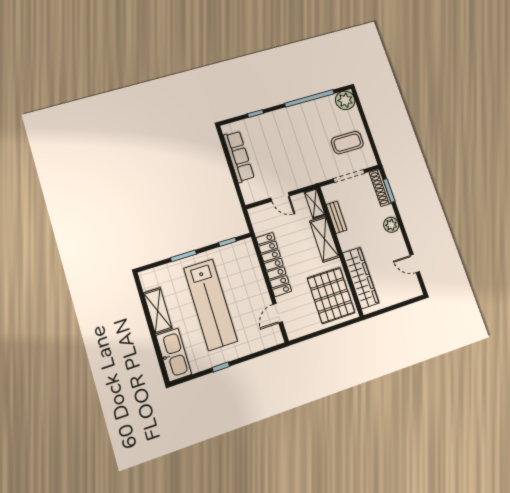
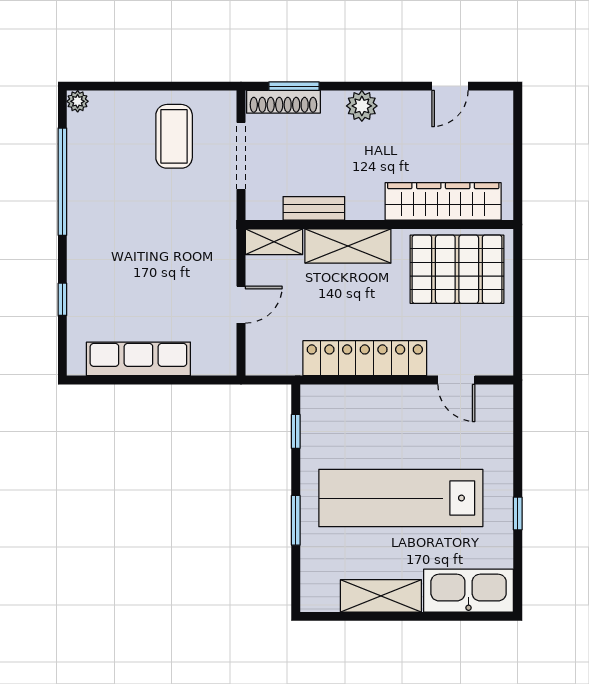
plant: (345, 100) -> (78, 101), width x0.53, depth x0.53
lab bench: (210, 305) -> (401, 498), turned 180

